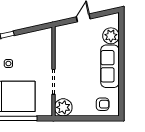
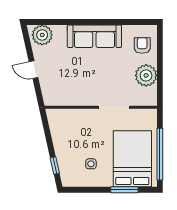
plant: (111, 36) -> (42, 35), moved
plant: (63, 107) -> (146, 75), moved

